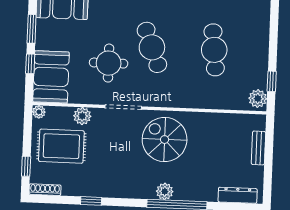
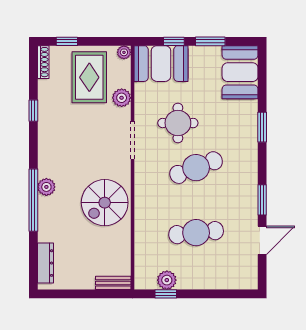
plant: (258, 99) -> (167, 280), moved
spiral stairs: (165, 140) -> (105, 203), moved, turned 180
bench: (258, 148) -> (113, 283), moved

